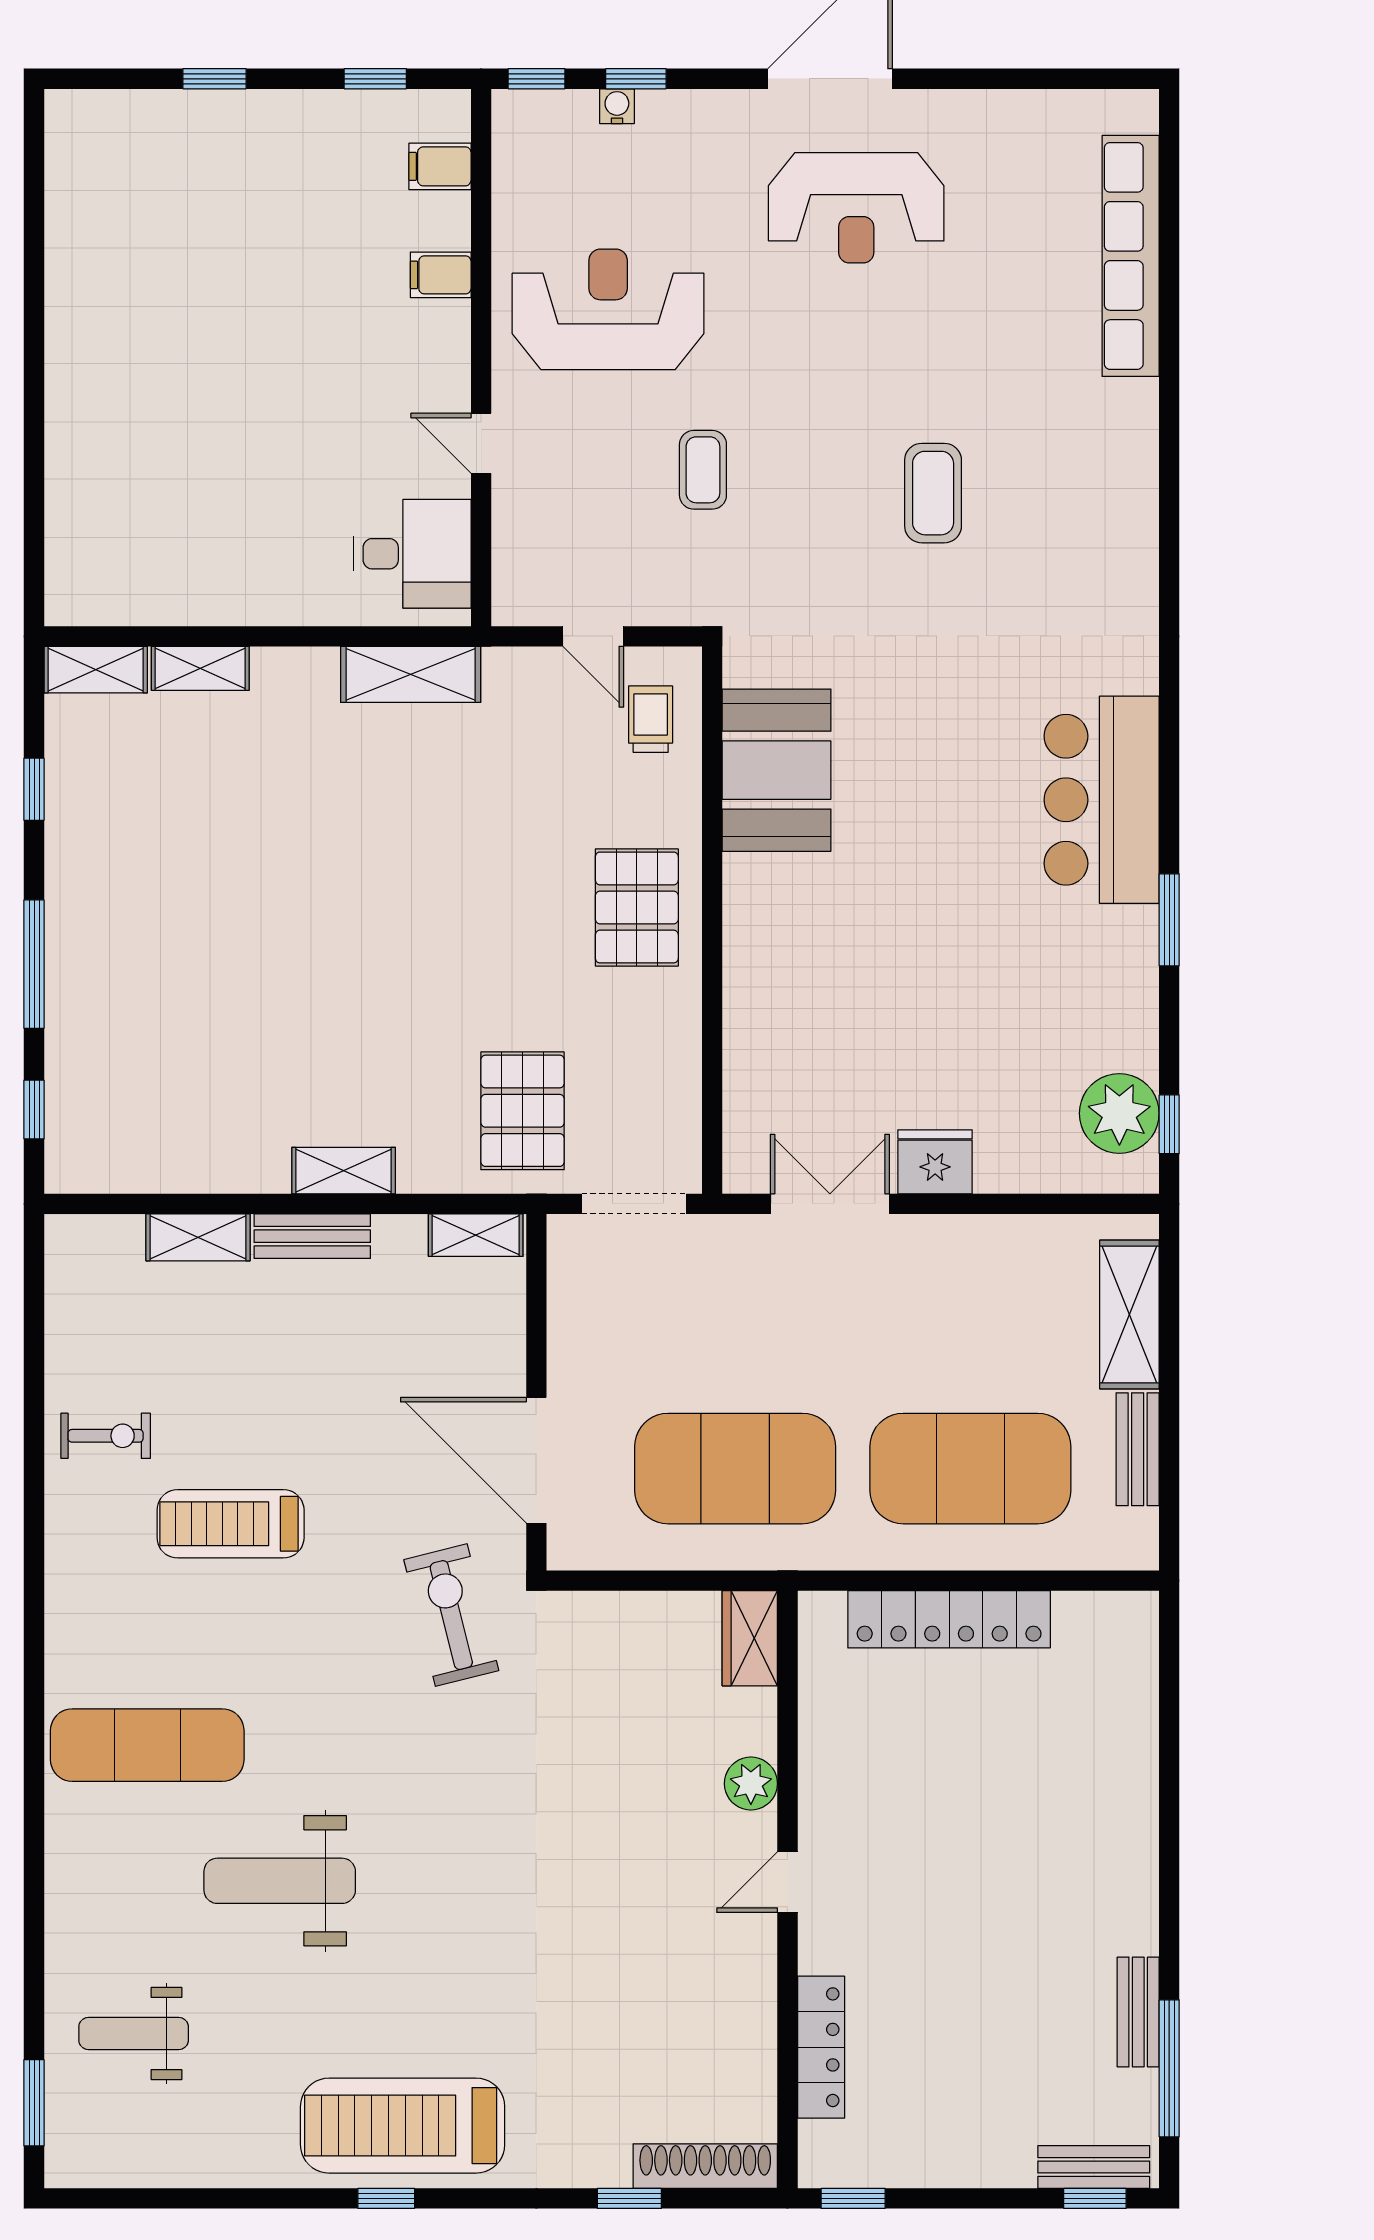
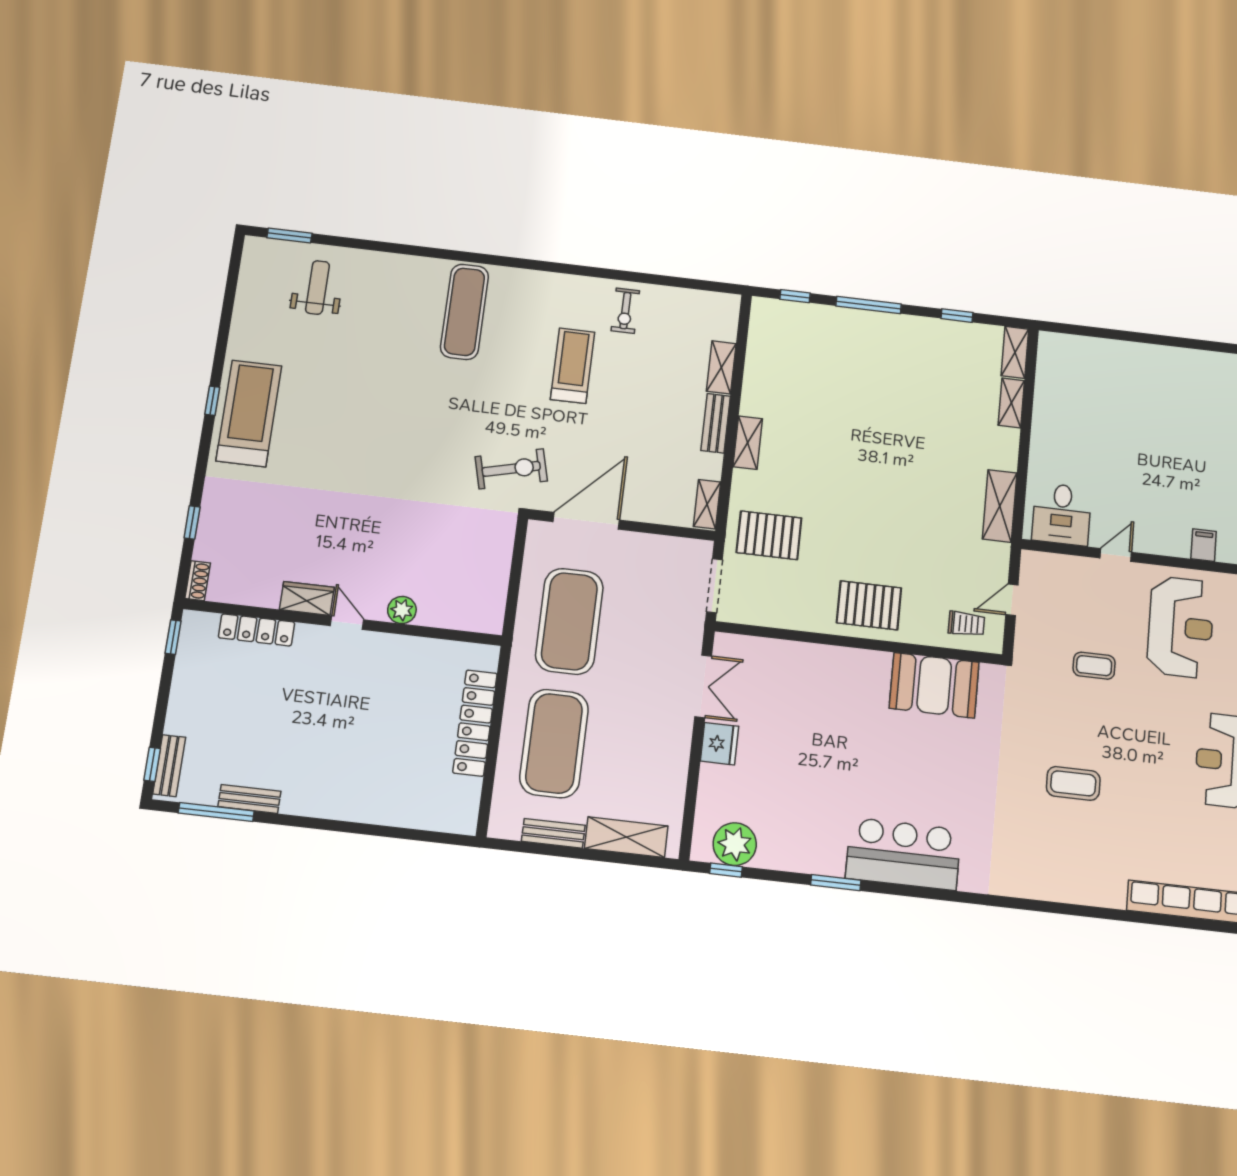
wardrobe: (750, 1638) -> (307, 598), moved
weight bench: (280, 1881) -> (385, 368), removed
shoe rack: (705, 2166) -> (198, 581), width x0.51, depth x0.81

